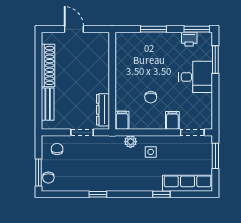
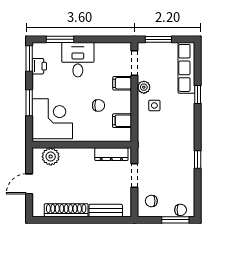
plant: (101, 50) -> (51, 157), added
corner desk: (138, 52) -> (52, 119), added
filing cabinet: (122, 120) -> (122, 121), moved
plant: (131, 142) -> (144, 87), moved

